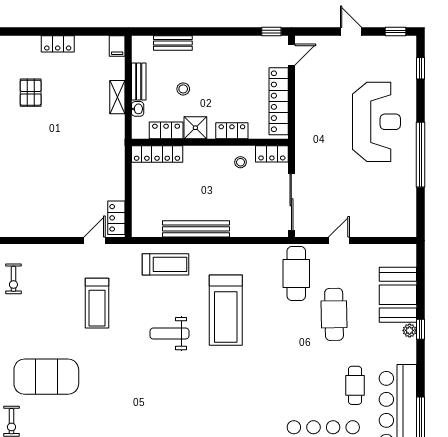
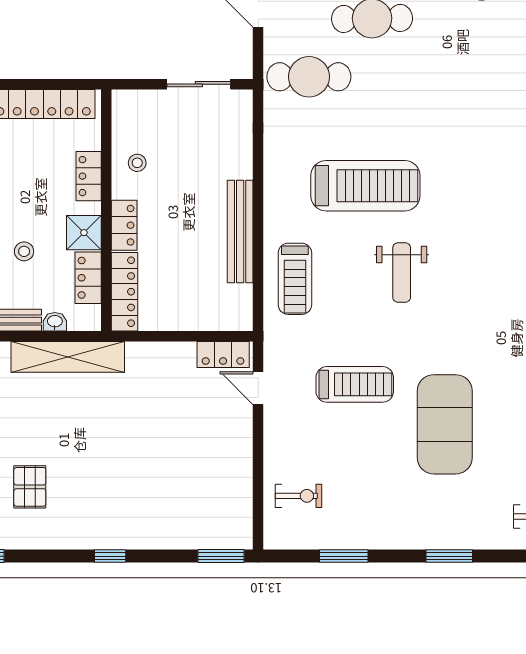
pallet: (31, 93) -> (30, 487), turned 90
shelving: (117, 97) -> (68, 357), width x2.20, depth x1.33
locker: (272, 154) -> (124, 225), moved
sliding door: (291, 202) -> (199, 84), width x0.73
treadmill: (165, 264) -> (295, 279), turned 180
exercise bike: (13, 279) -> (299, 496), moved
exercise mat: (46, 377) -> (445, 424), moved

